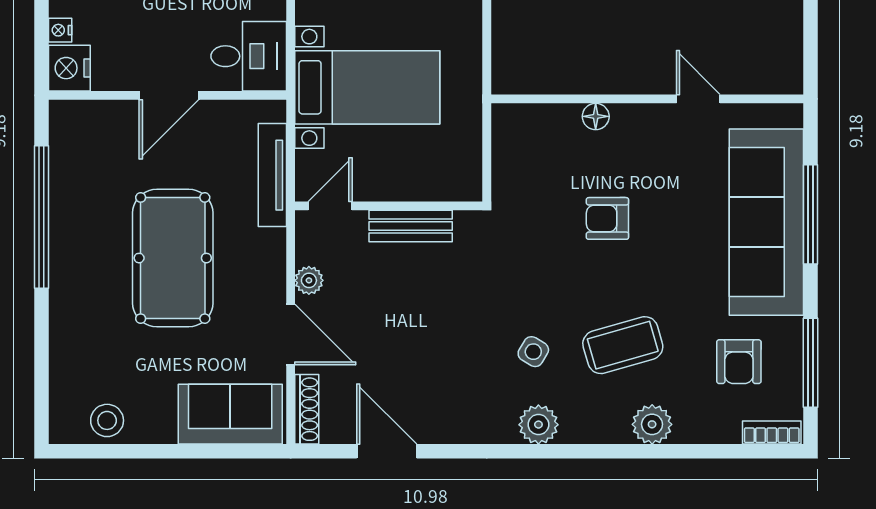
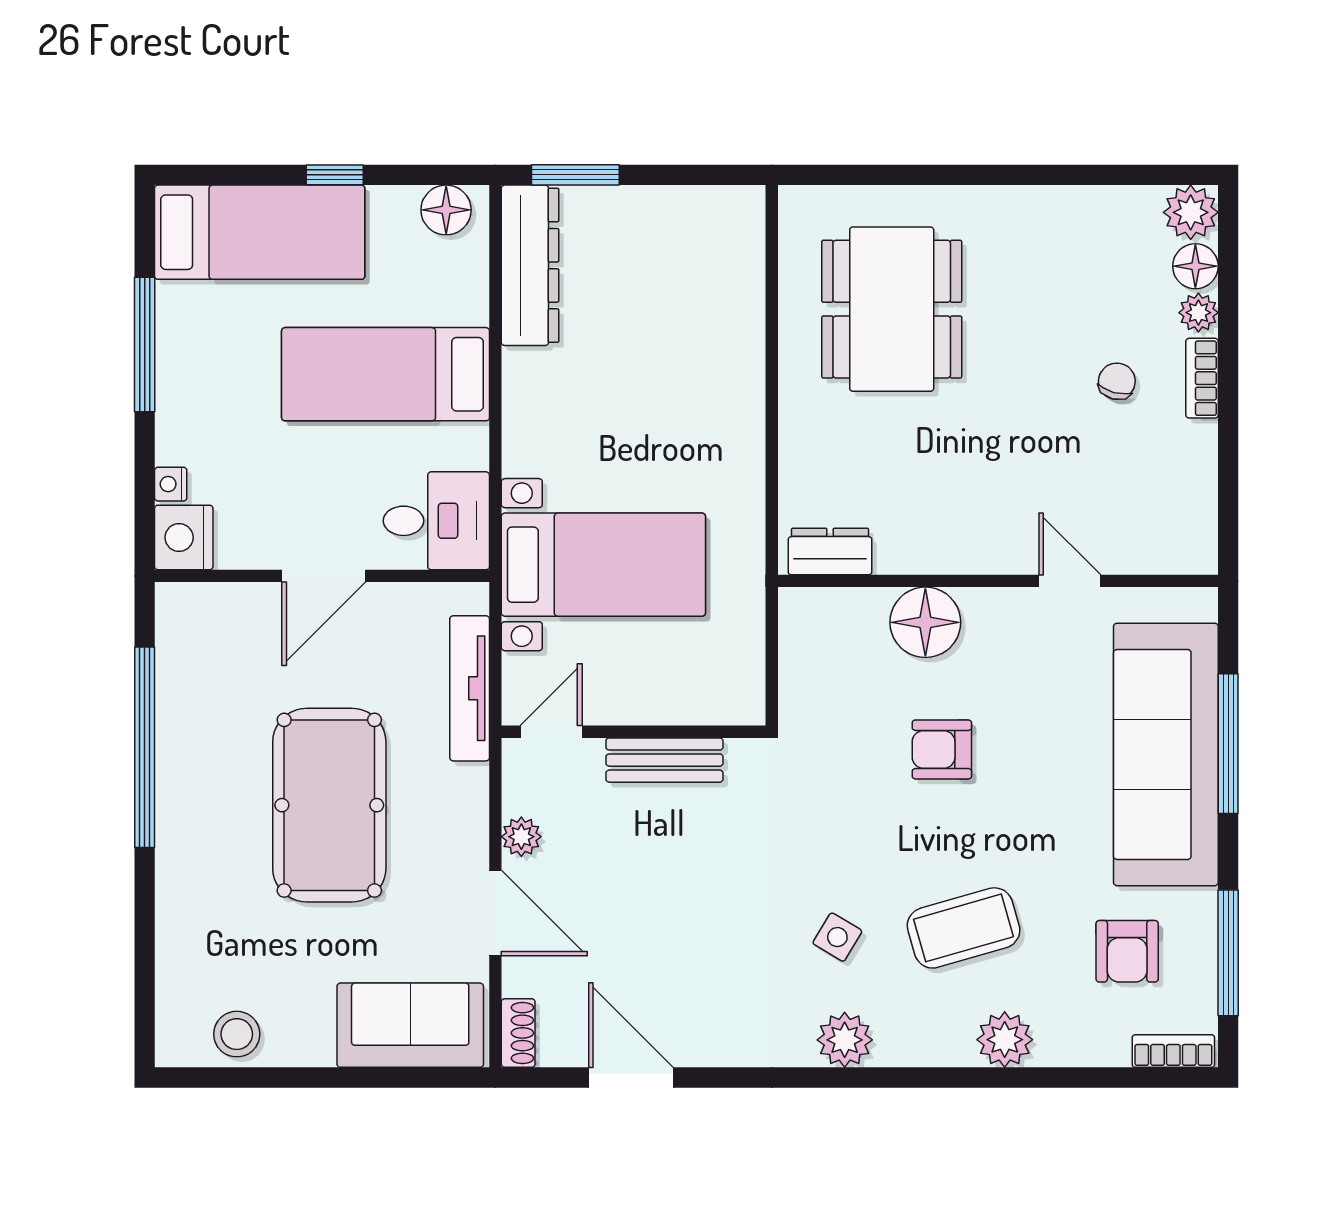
dresser: (528, 78) -> (830, 551), added
floor lamp: (596, 116) -> (925, 622), width x1.89, depth x1.89
shoe rack: (307, 409) -> (518, 1033), width x0.70

